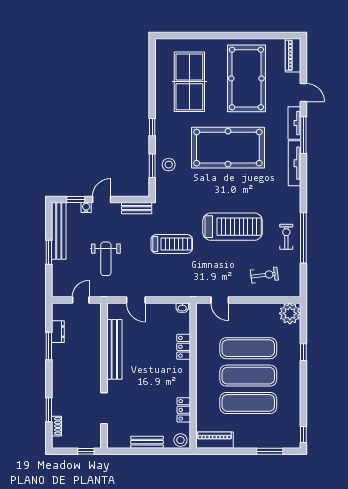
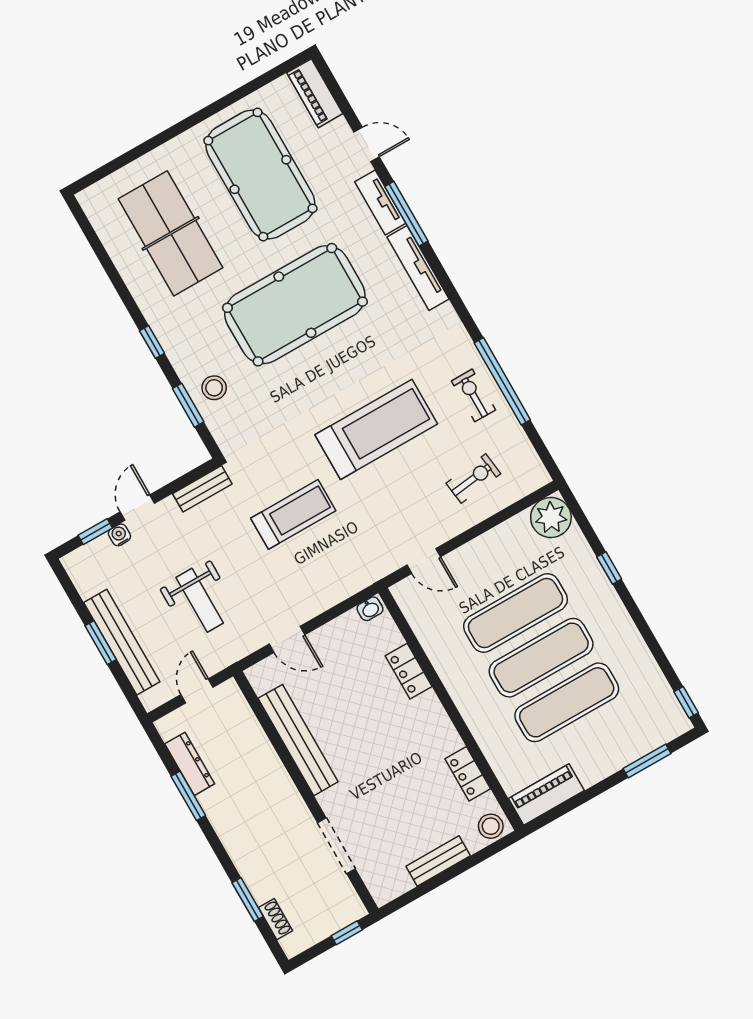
bench: (59, 231) -> (122, 642), moved
dresser: (58, 332) -> (190, 764), width x1.44

